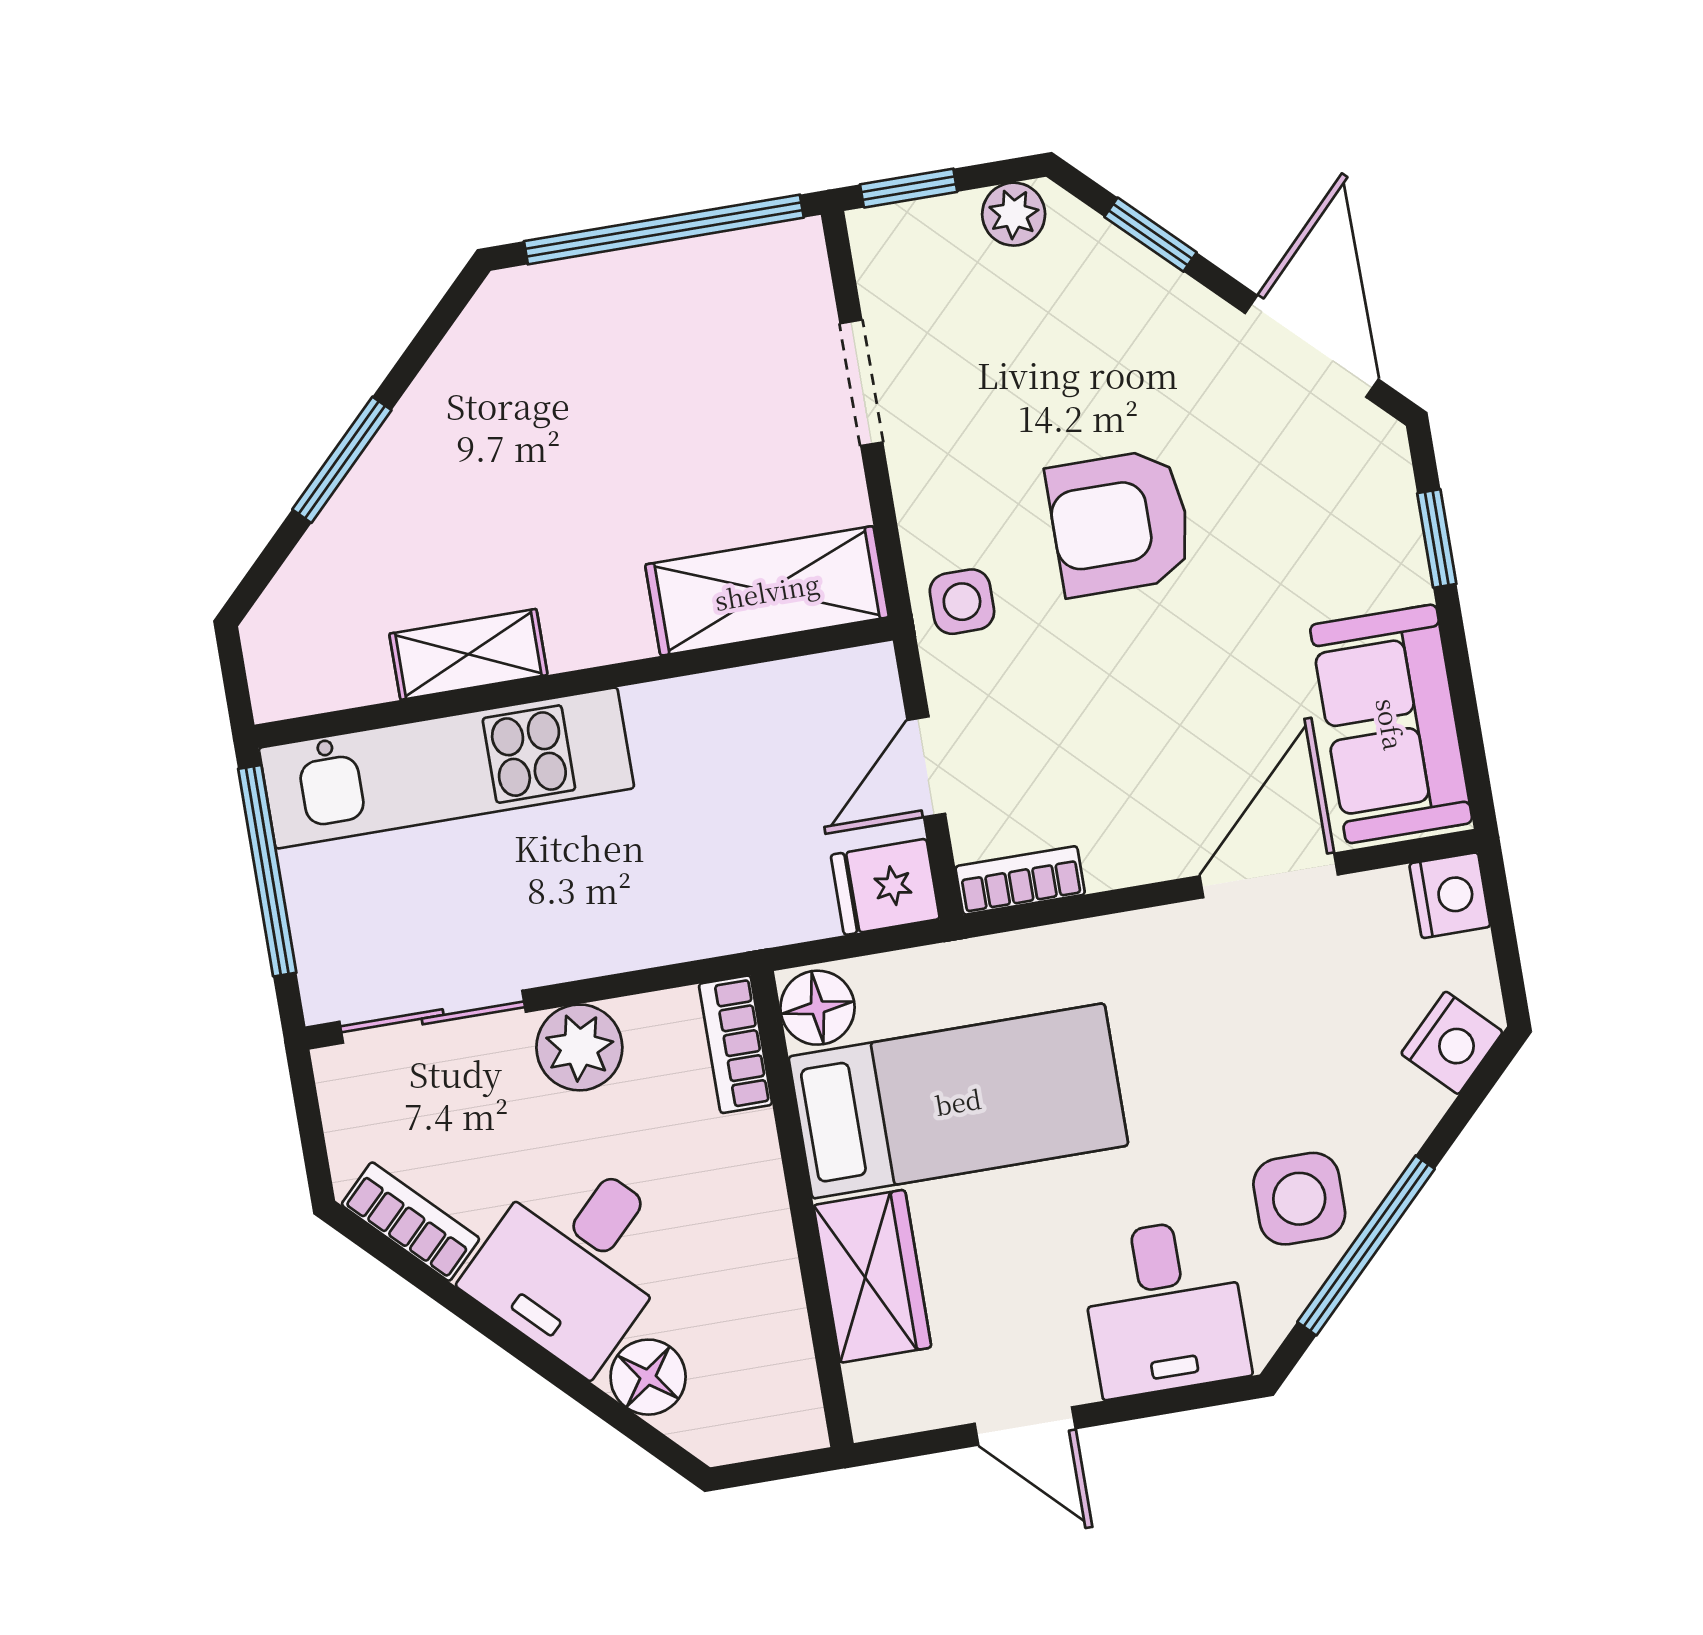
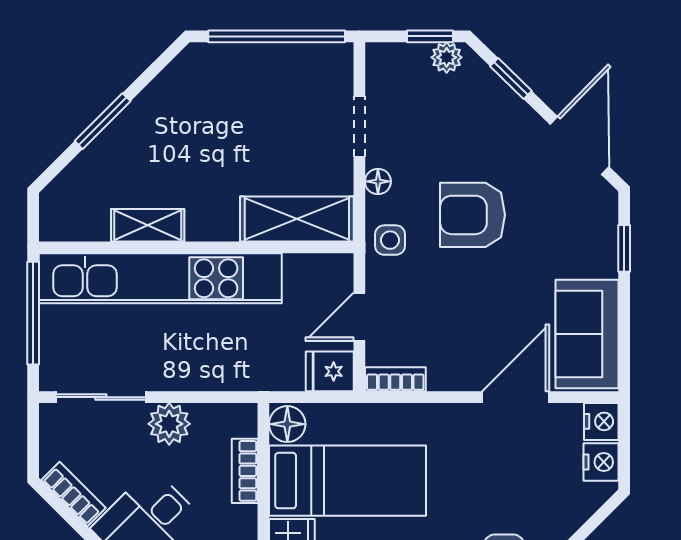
window: (909, 188) -> (430, 36), moved
floor lamp: (918, 488) -> (378, 181), added
kitchen unit: (446, 768) -> (160, 278), width x1.36
nightstand: (1452, 1043) -> (601, 462), moved, turned -45
bookcase: (736, 1044) -> (245, 471), moved

